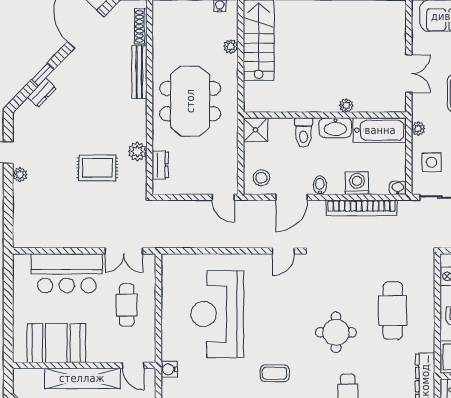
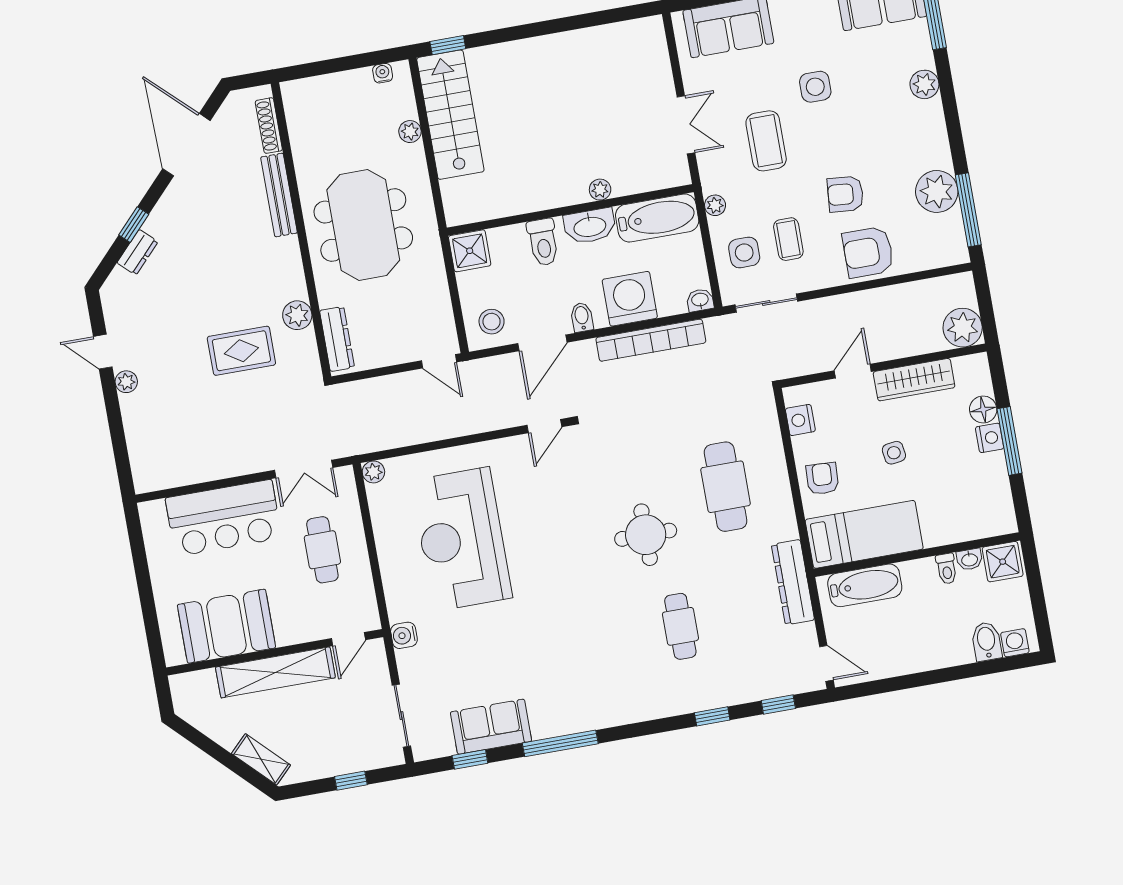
dresser: (160, 165) -> (337, 339), width x1.44
washing machine: (357, 183) -> (630, 299), width x1.37, depth x1.37
plant: (168, 261) -> (373, 472), added
door: (133, 365) -> (348, 639), hinge flipped
coffee table: (275, 373) -> (564, 613), removed

